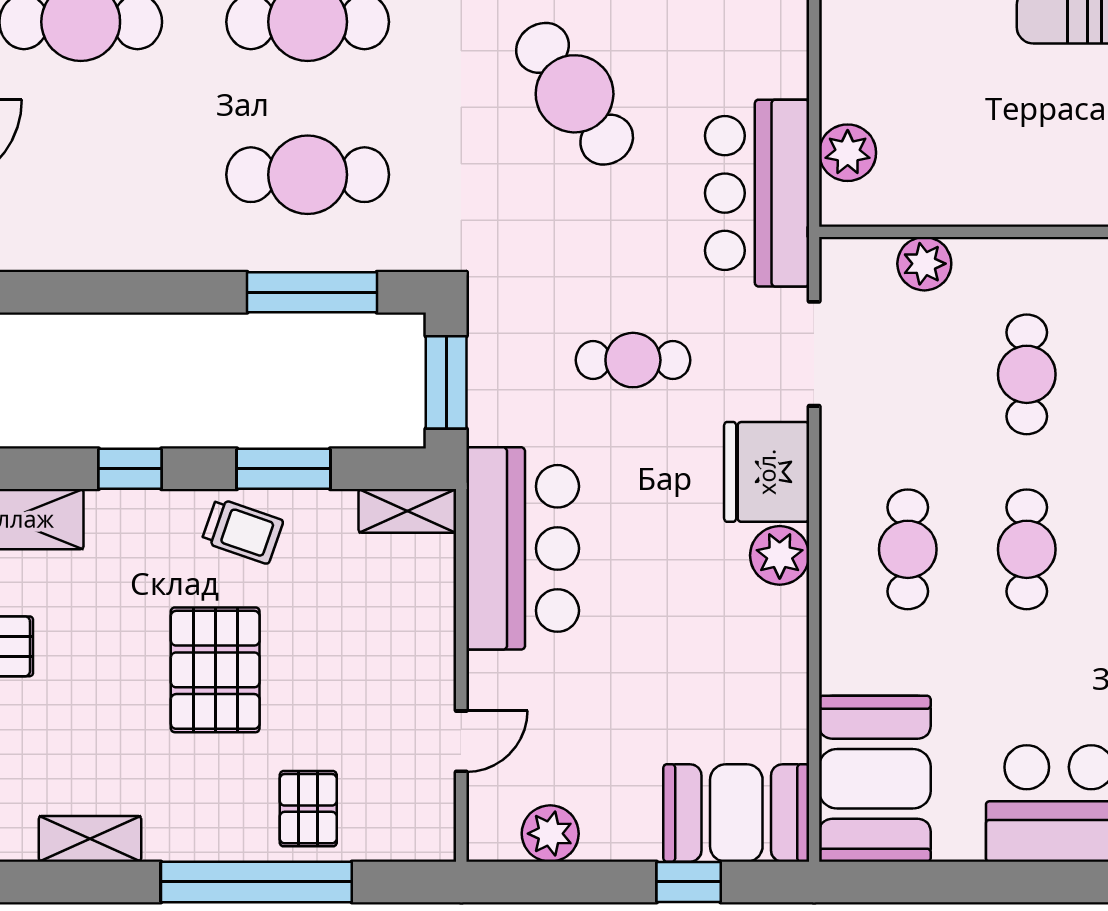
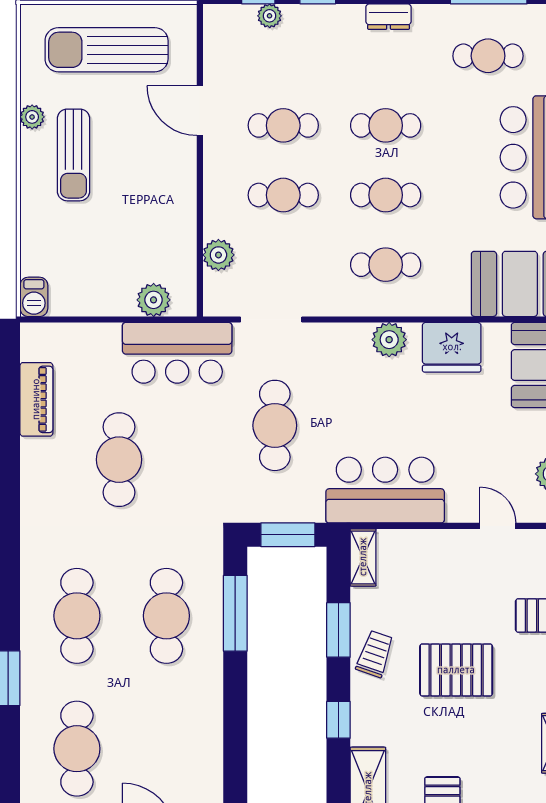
cafe table: (575, 94) -> (119, 460), turned -55
cafe table: (633, 360) -> (275, 425), width x1.37, depth x1.35
fridge: (767, 472) -> (452, 347), moved

